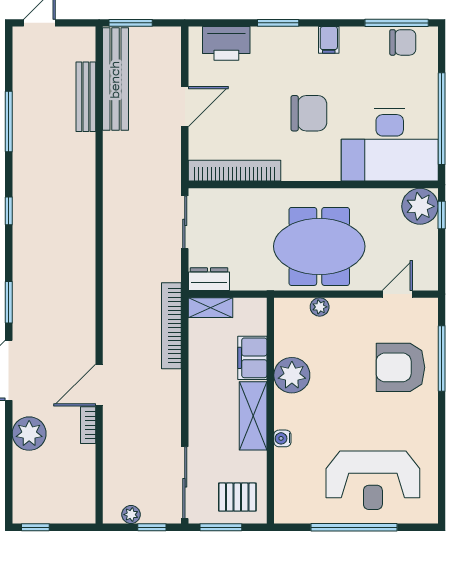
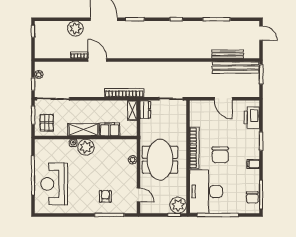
bookcase: (234, 171) -> (194, 148), moved
armchair: (400, 367) -> (105, 196), width x0.53, depth x0.53
plant: (292, 375) -> (86, 147), moved

